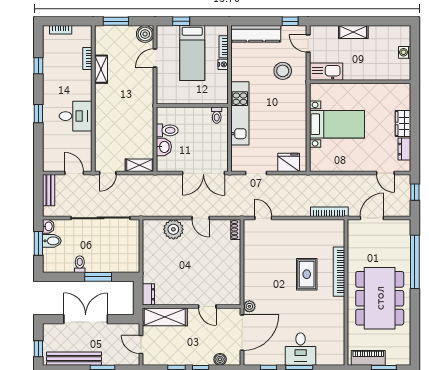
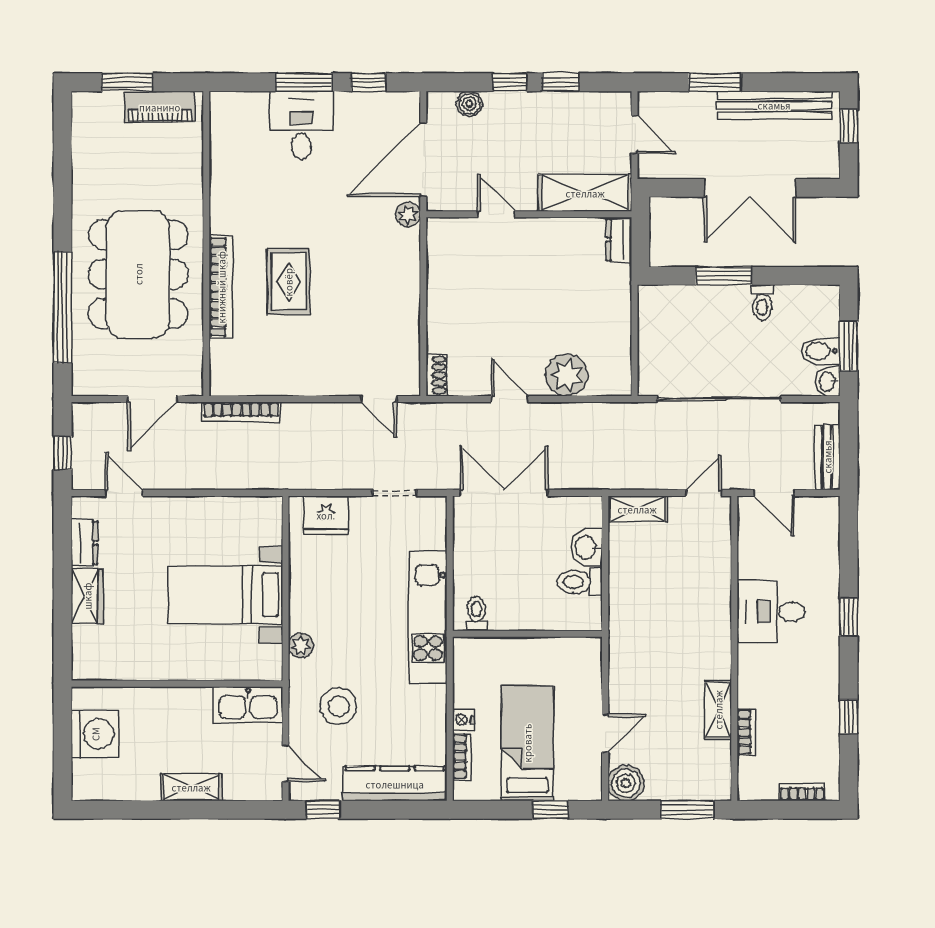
washing machine: (405, 52) -> (95, 734), width x1.89, depth x1.89
plant: (301, 100) -> (301, 645), added
dining table: (380, 298) -> (138, 274), moved

